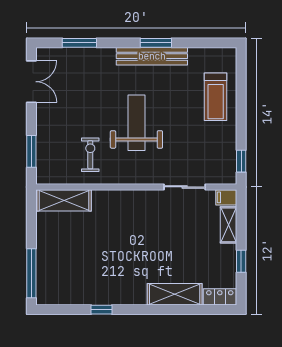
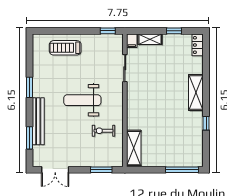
bench: (152, 56) -> (38, 121), moved
double door: (31, 82) -> (55, 170), swing flipped
treadmill: (216, 97) -> (65, 48), turned 180
shelving: (175, 294) -> (196, 92), moved

